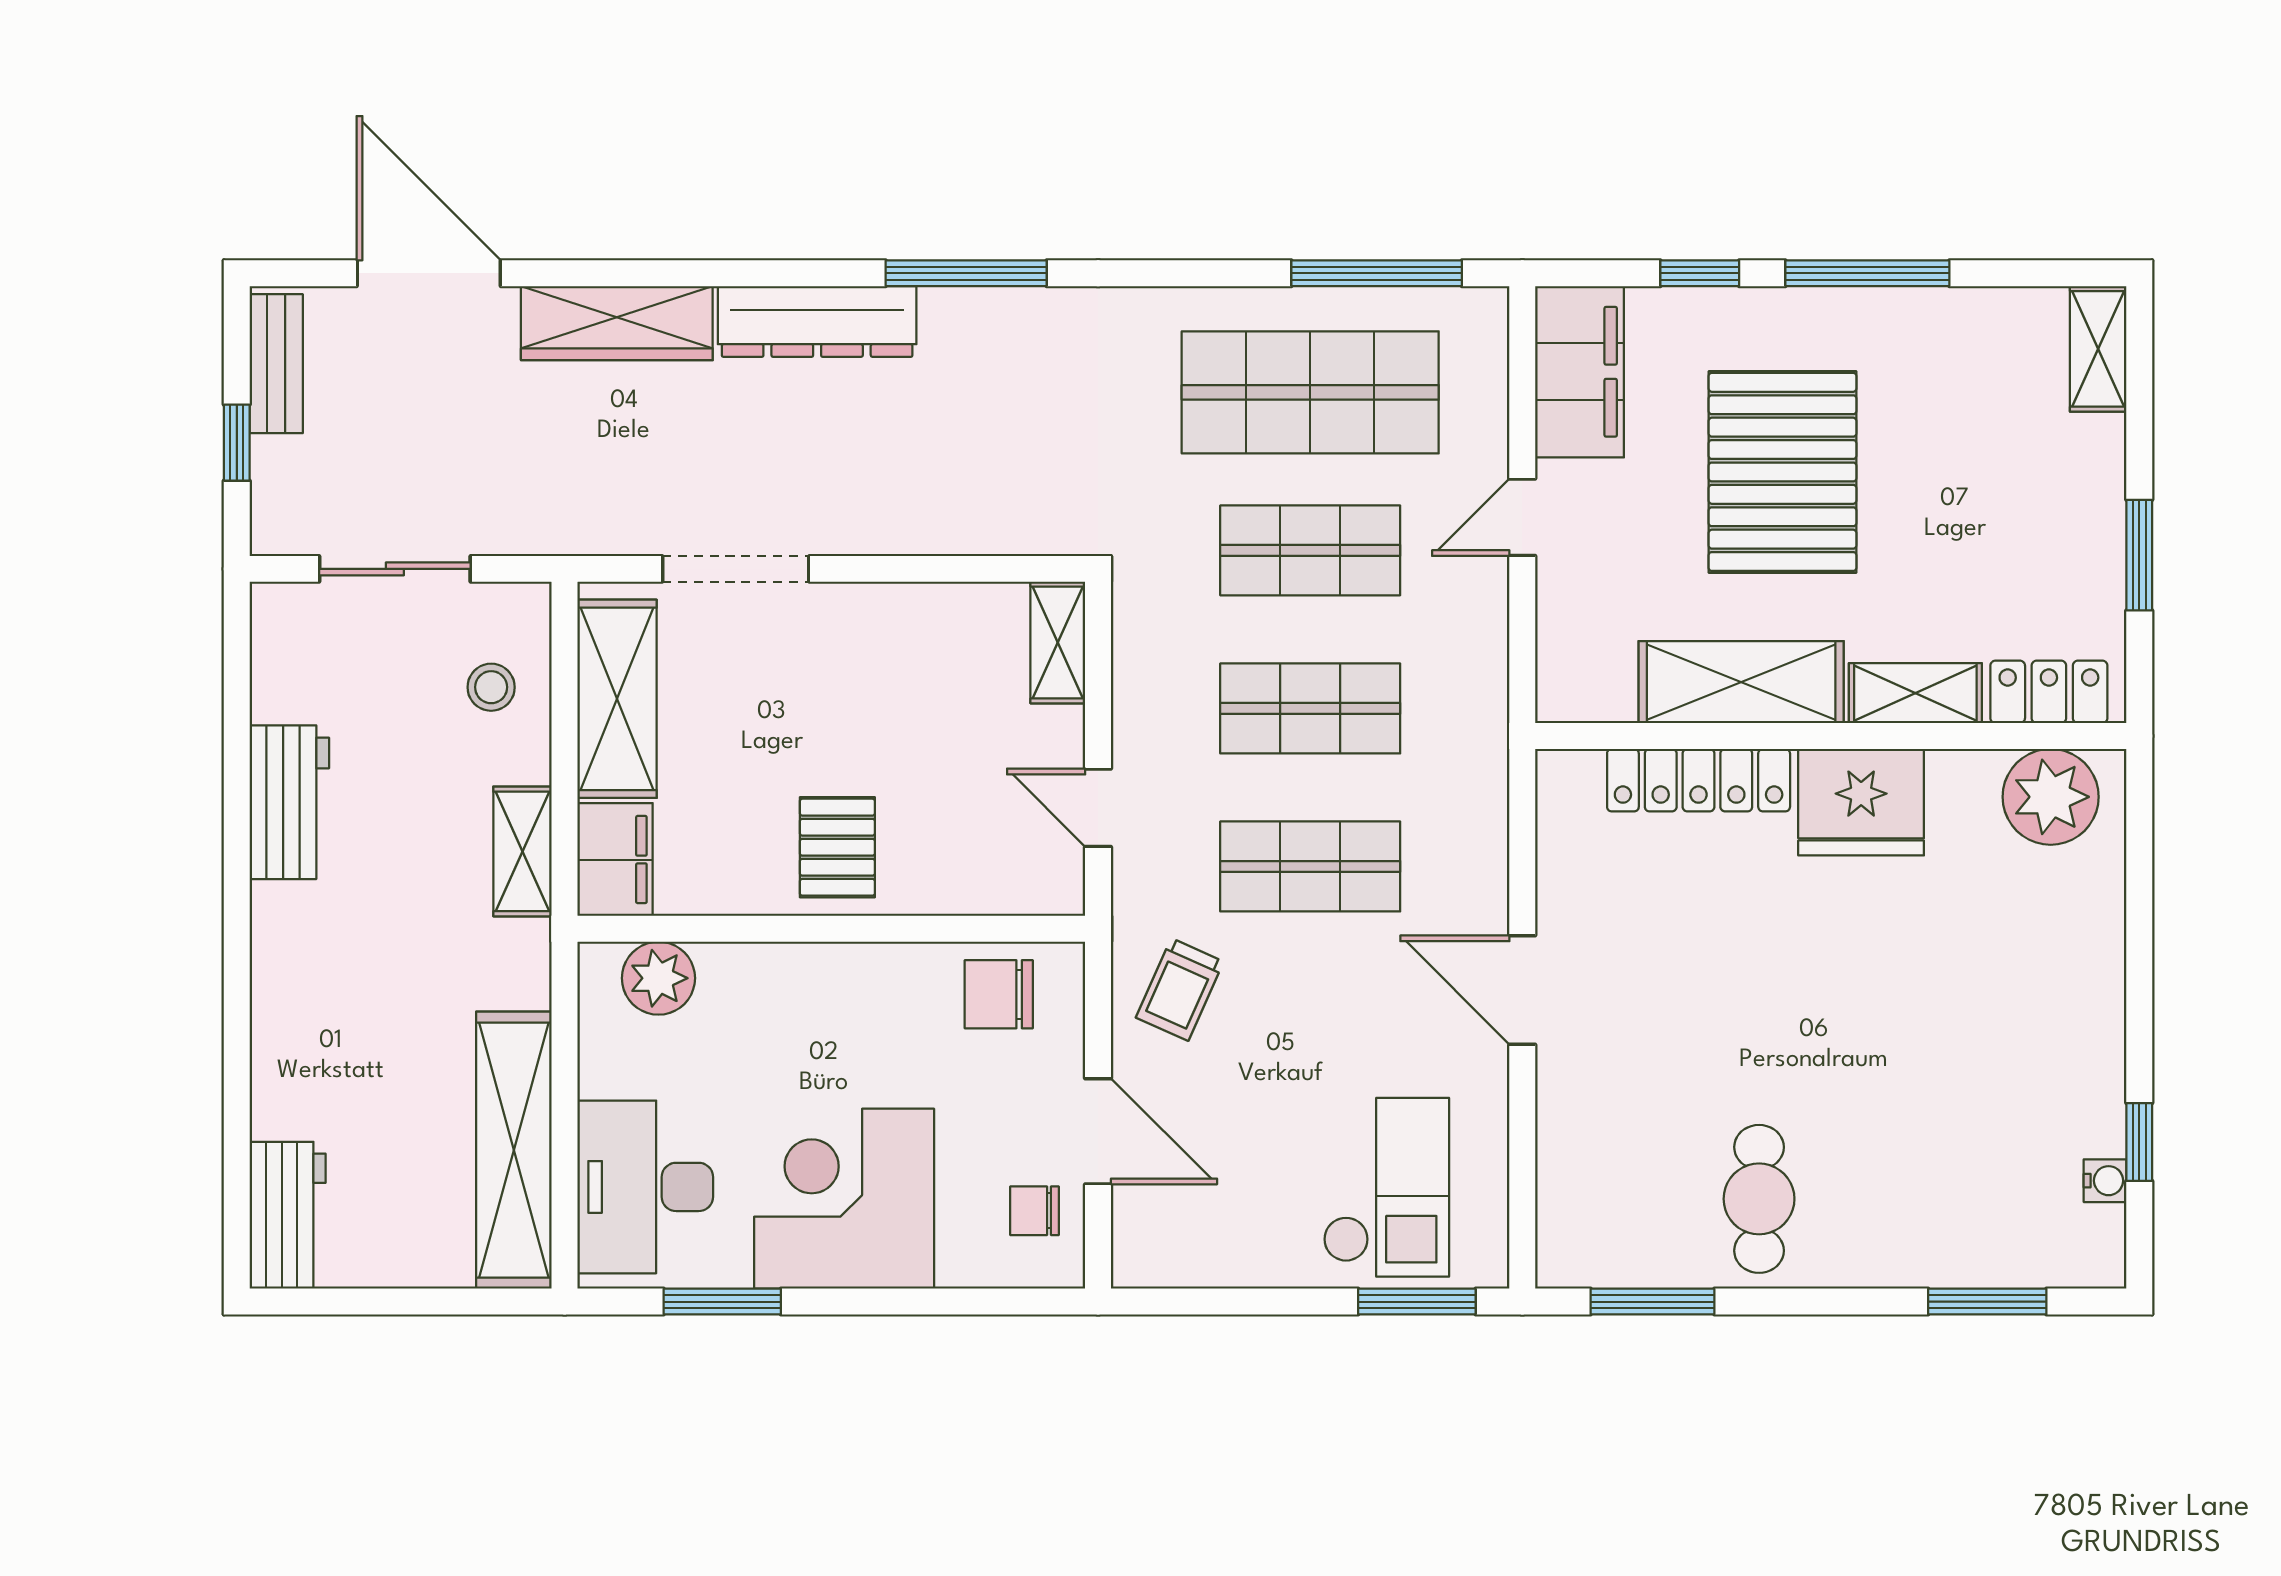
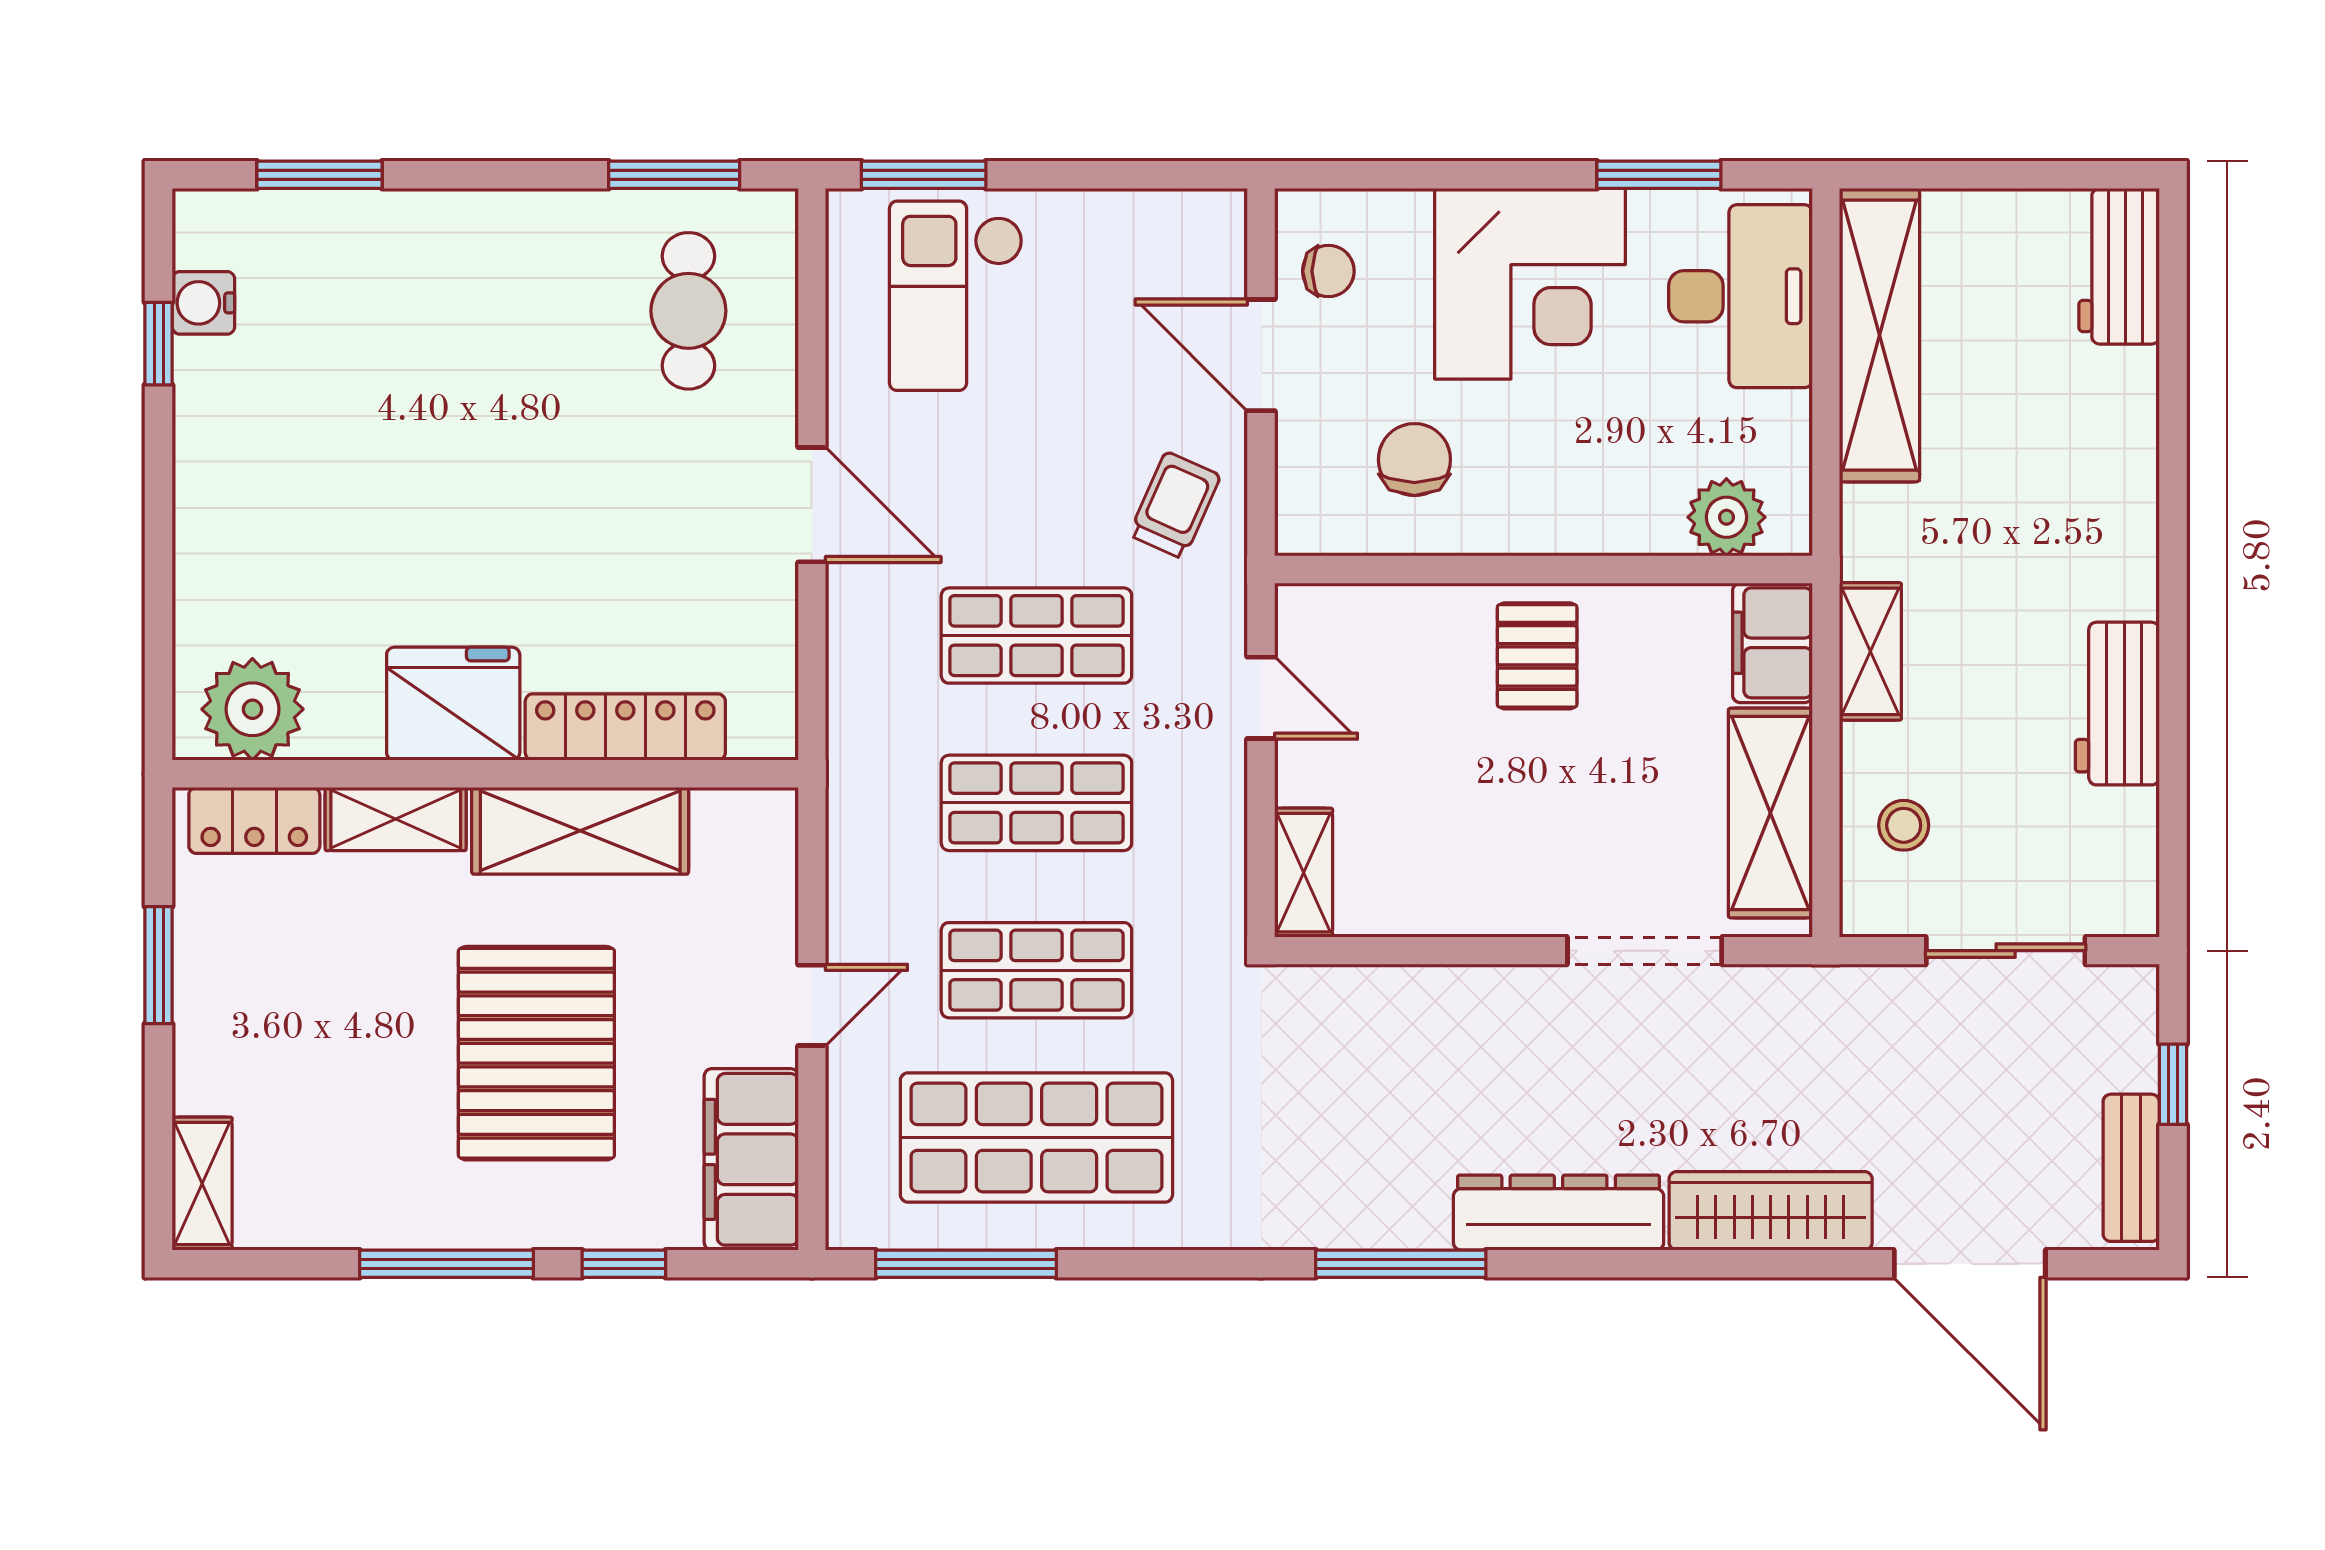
chair: (999, 994) -> (1414, 460), moved, turned -90
water cooler: (2105, 1181) -> (203, 303), width x1.38, depth x1.38
cafe table: (1759, 1199) -> (688, 311), moved

